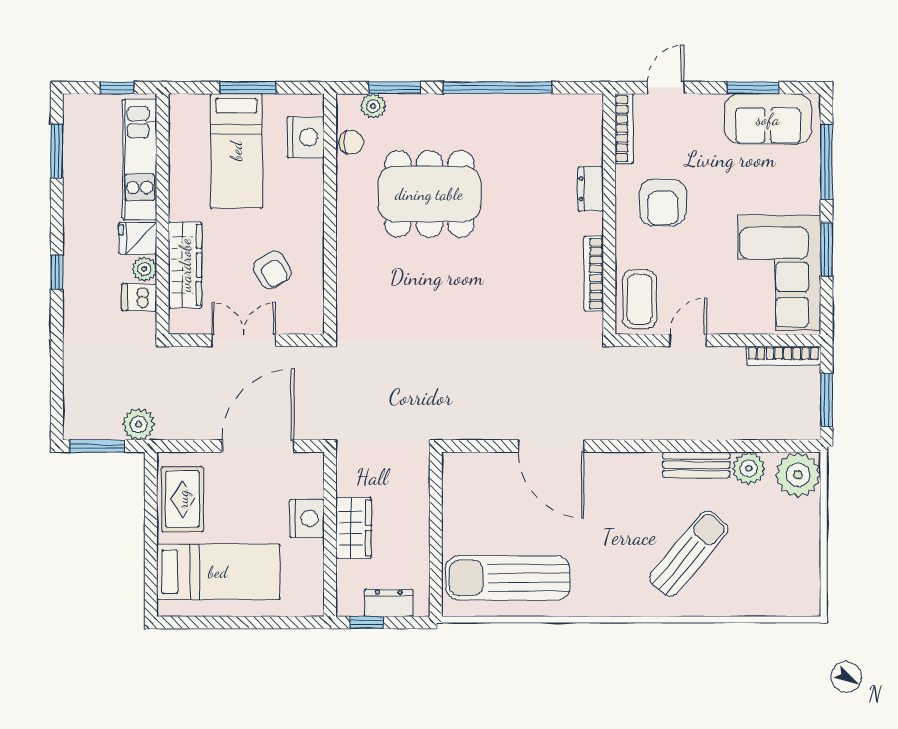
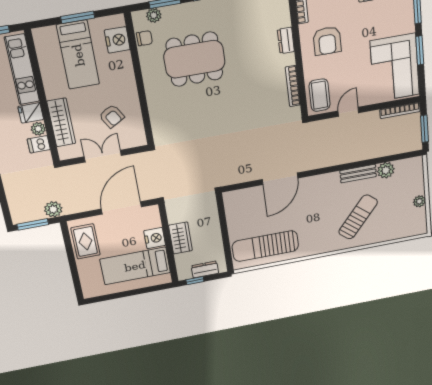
door: (551, 446) -> (280, 179), hinge flipped
plant: (798, 475) -> (419, 201), moved, width x0.53, depth x0.53
bed: (218, 572) -> (135, 266), moved, turned 180

